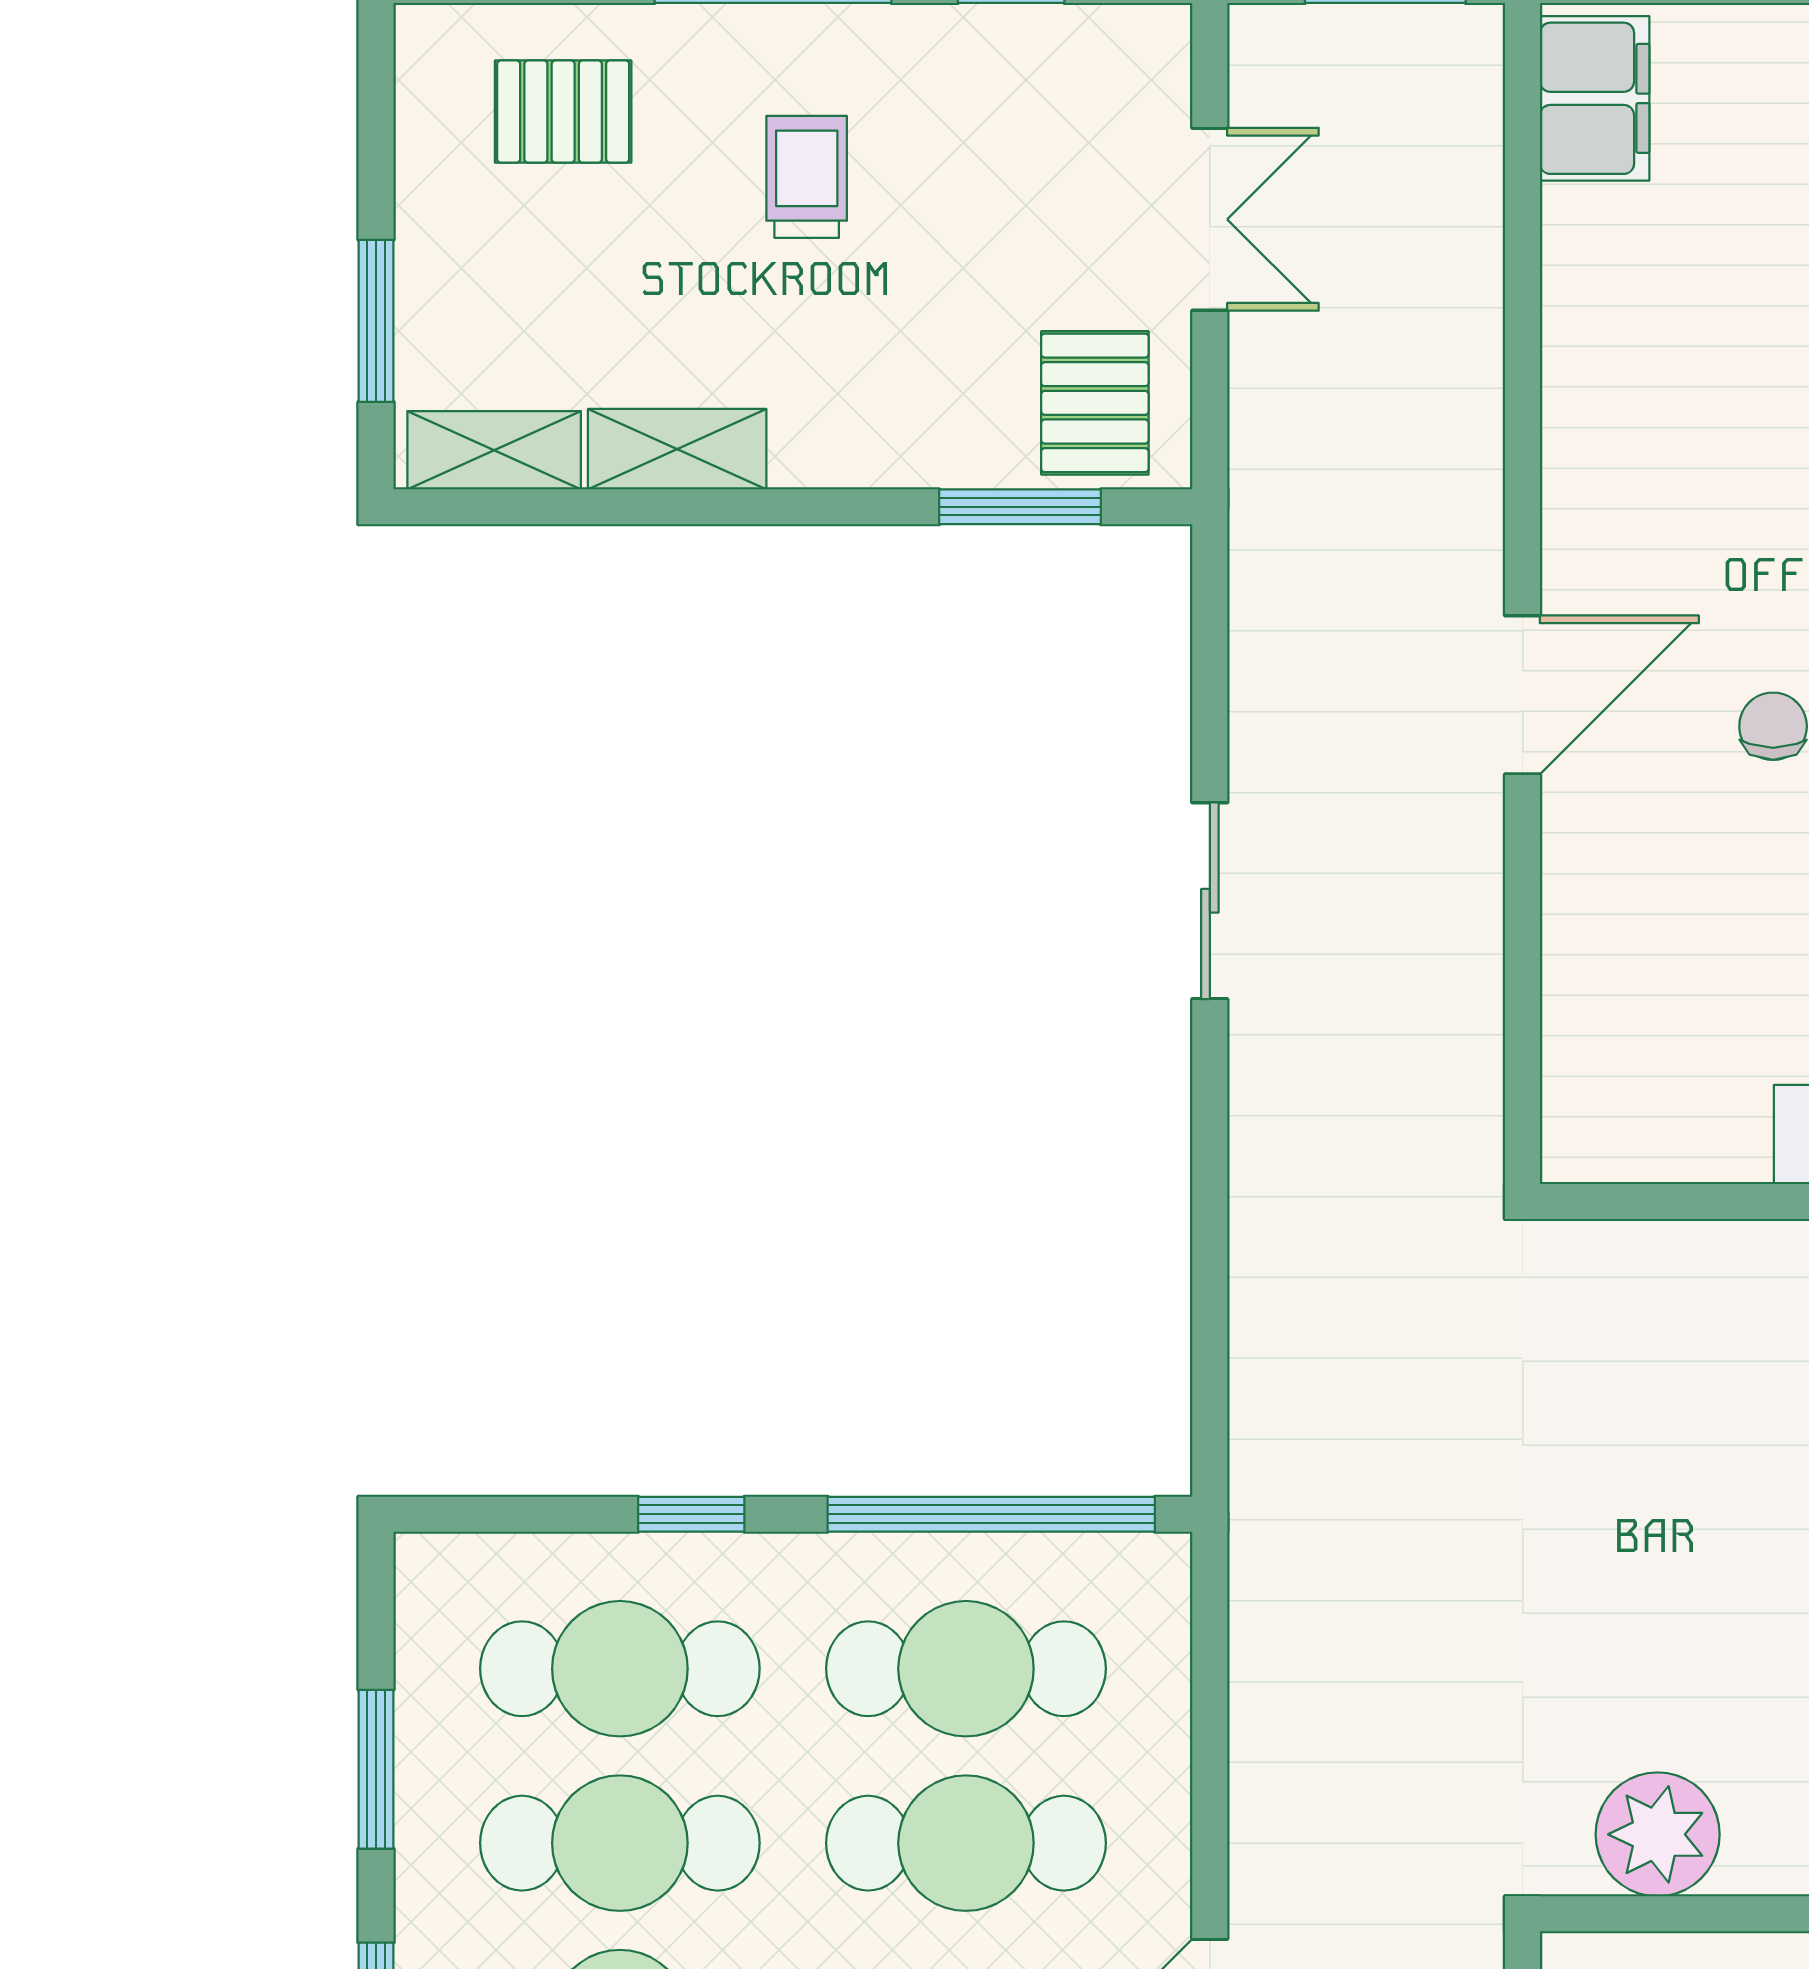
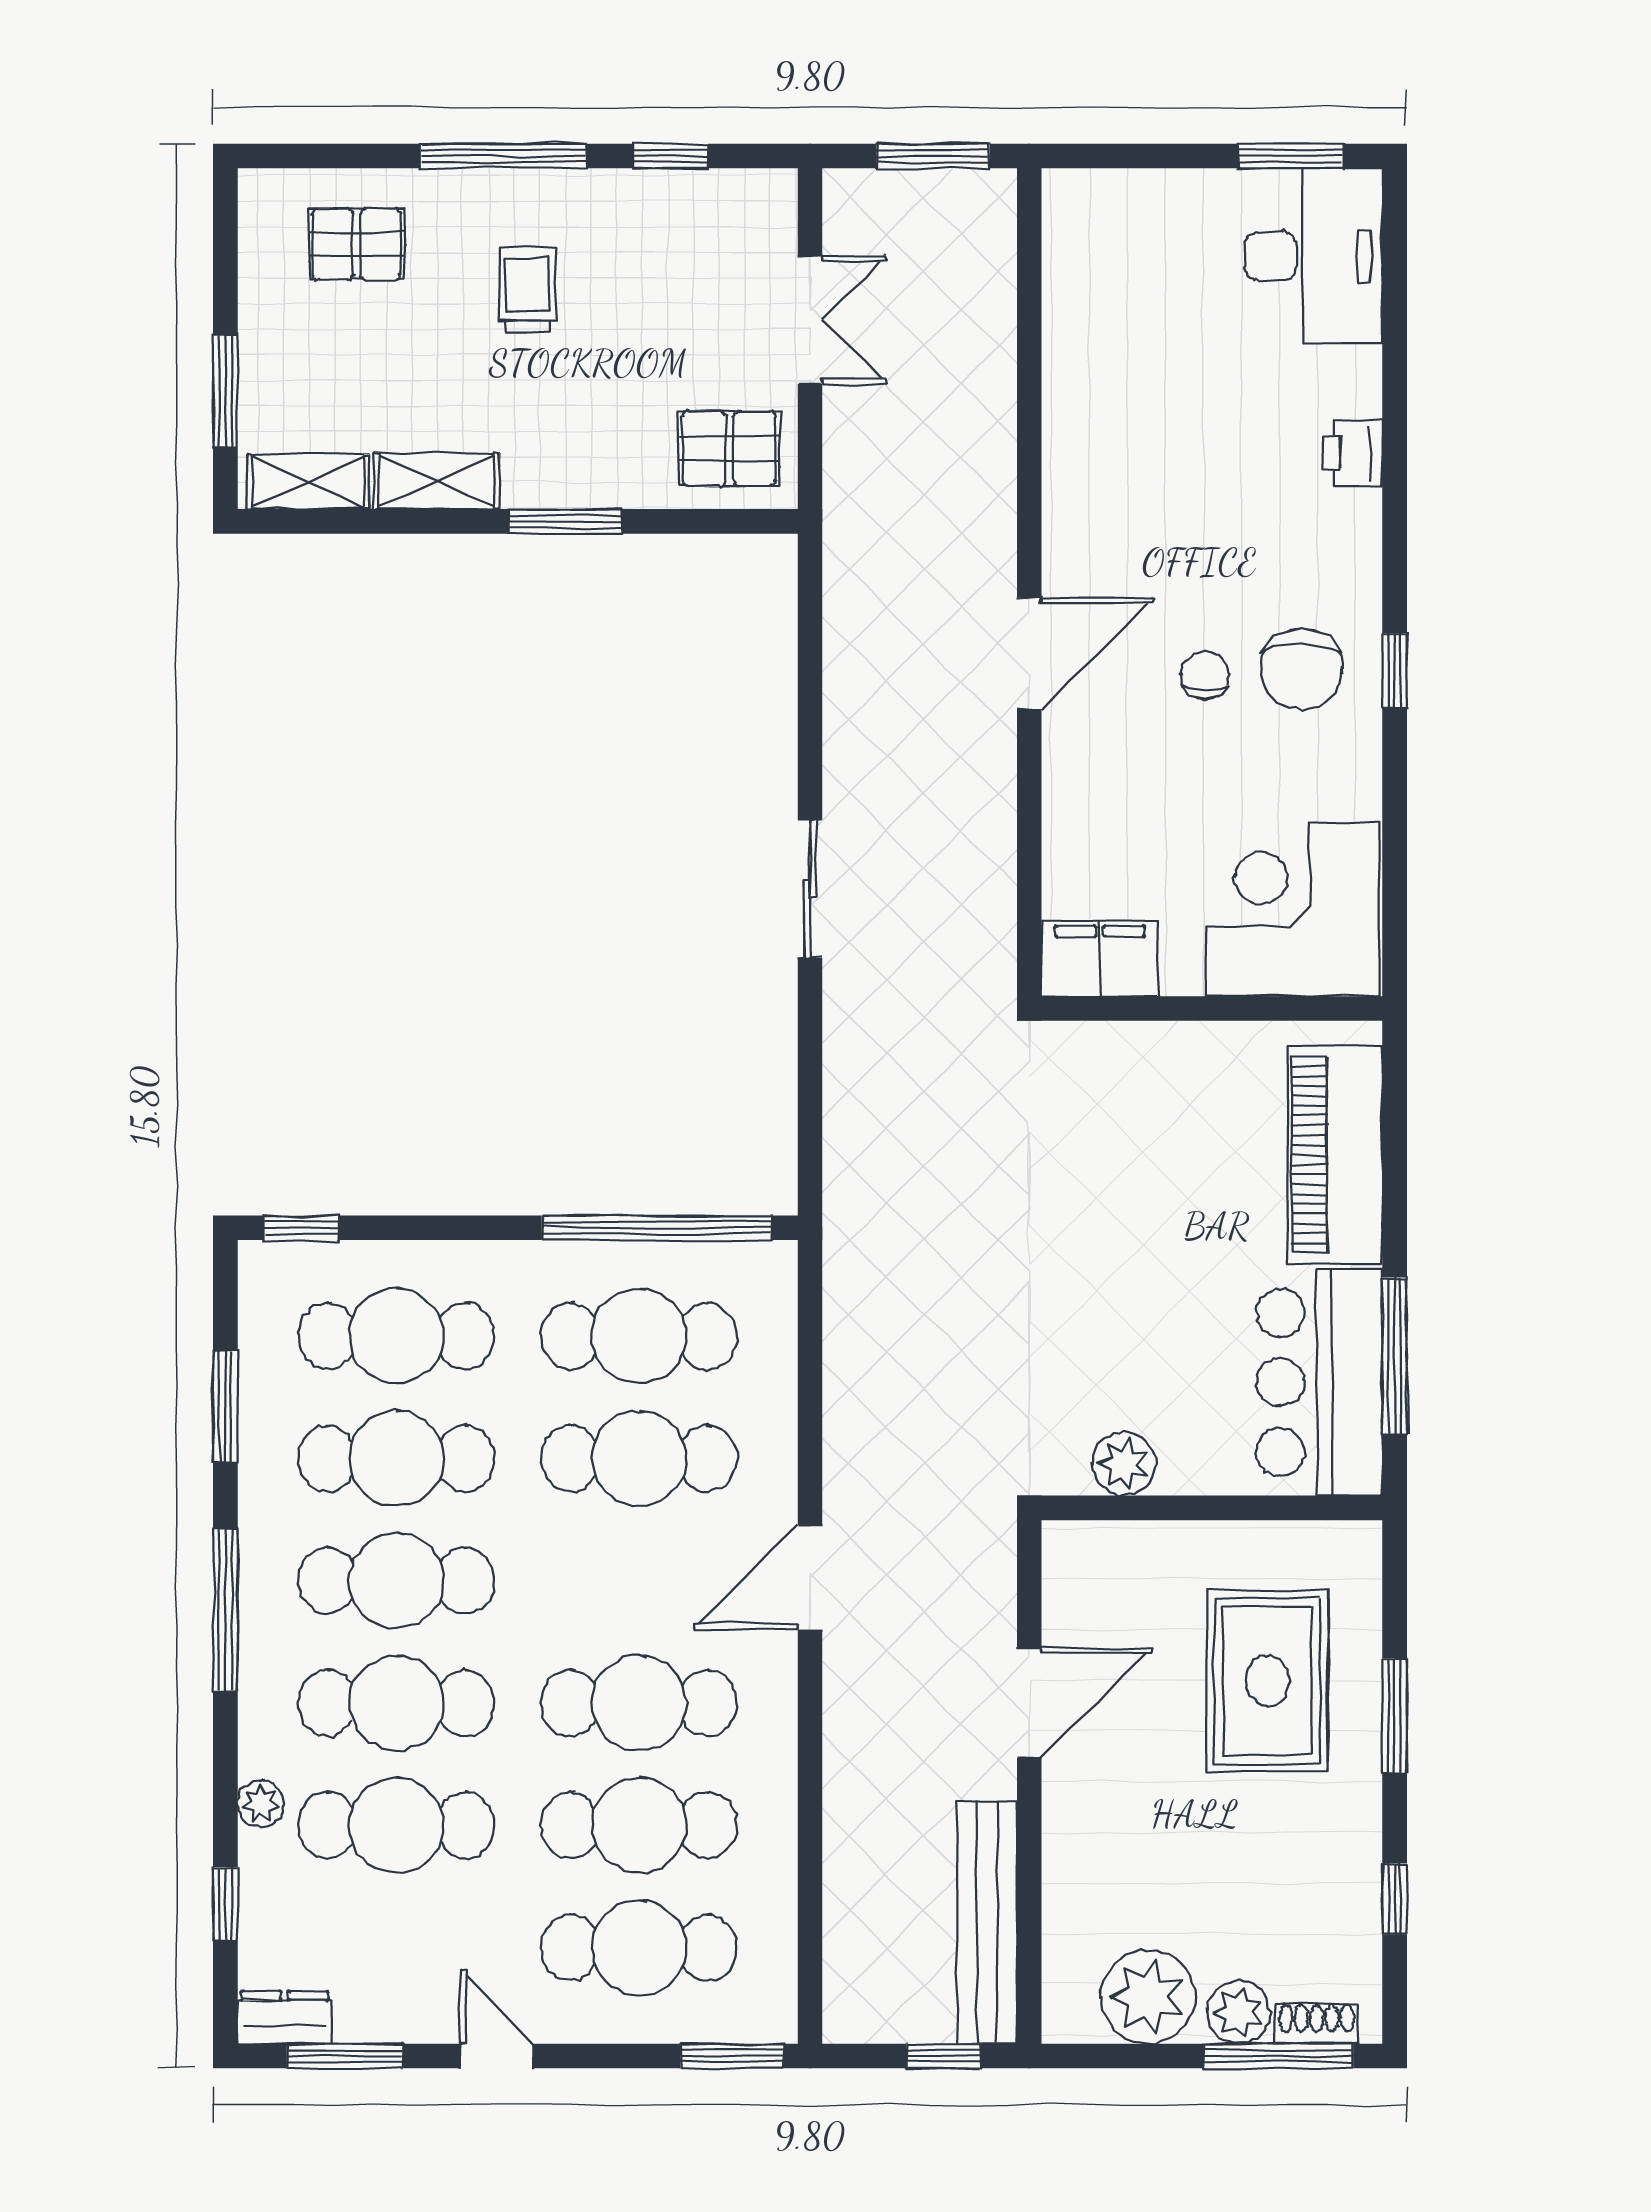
filing cabinet: (1595, 98) -> (1100, 958), moved, turned -90
pallet: (1095, 403) -> (729, 449), turned 90
window: (1020, 507) -> (565, 521), moved
sliding door: (1210, 901) -> (810, 889), moved
window: (691, 1514) -> (301, 1228), moved
plant: (1658, 1834) -> (1124, 1464), width x0.73, depth x0.73

